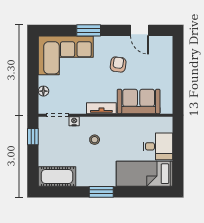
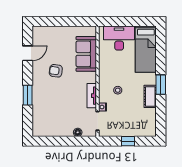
corner sofa: (66, 55) -> (48, 114), removed
tv unit: (101, 108) -> (92, 96), moved
window: (33, 137) -> (128, 141), moved
desk: (158, 146) -> (119, 38), width x1.37
cot: (57, 176) -> (150, 96), moved, width x0.73, depth x0.75

